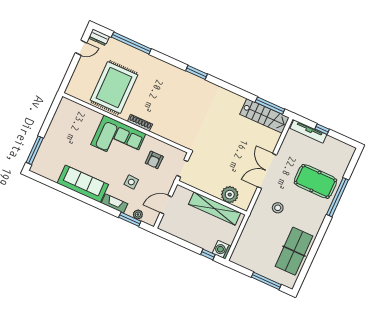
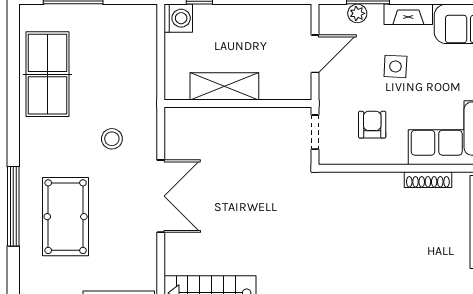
pool table: (315, 181) -> (66, 217), turned 90
plant: (230, 195) -> (209, 124), removed
shelving: (215, 209) -> (224, 86), width x0.68

